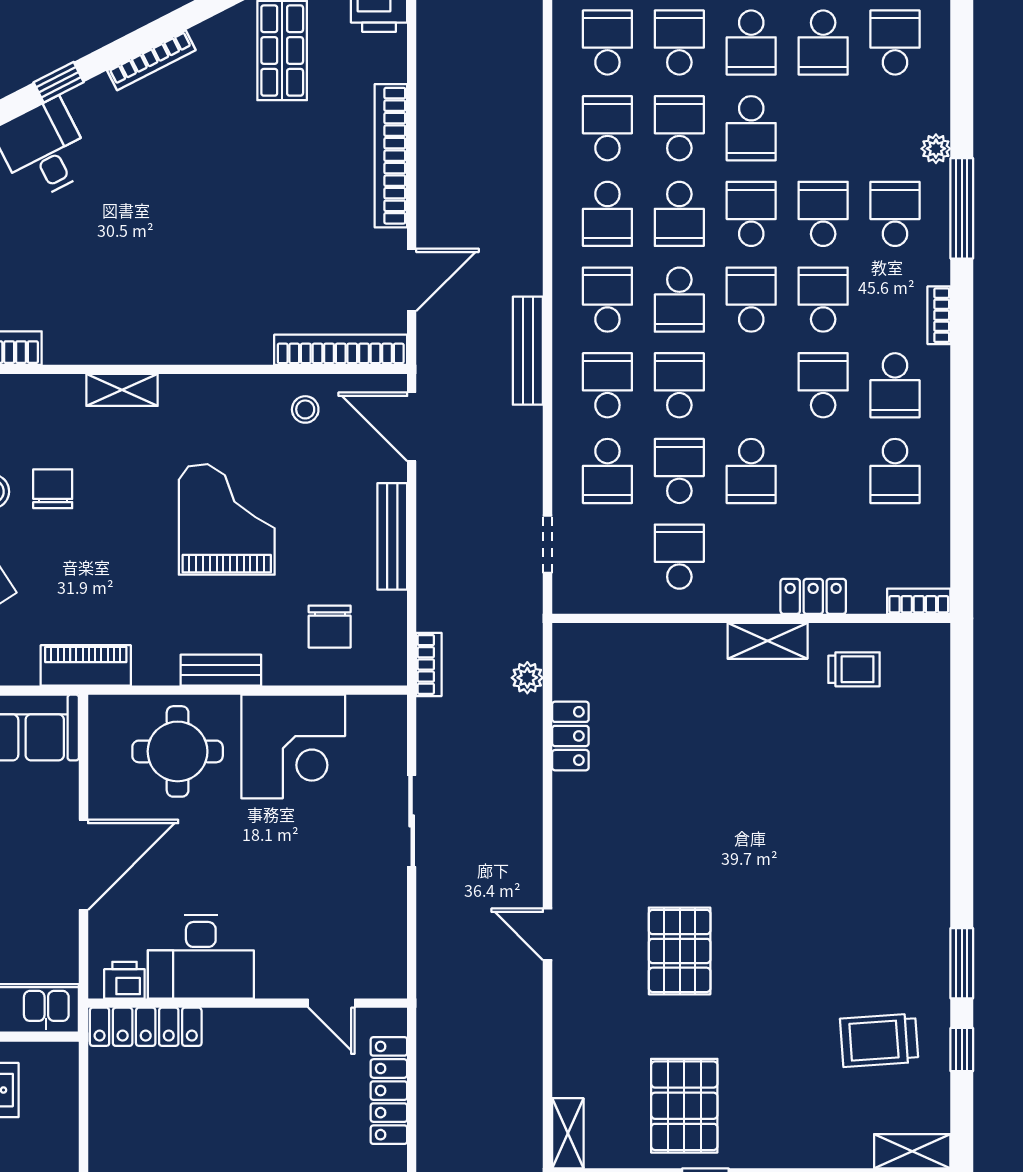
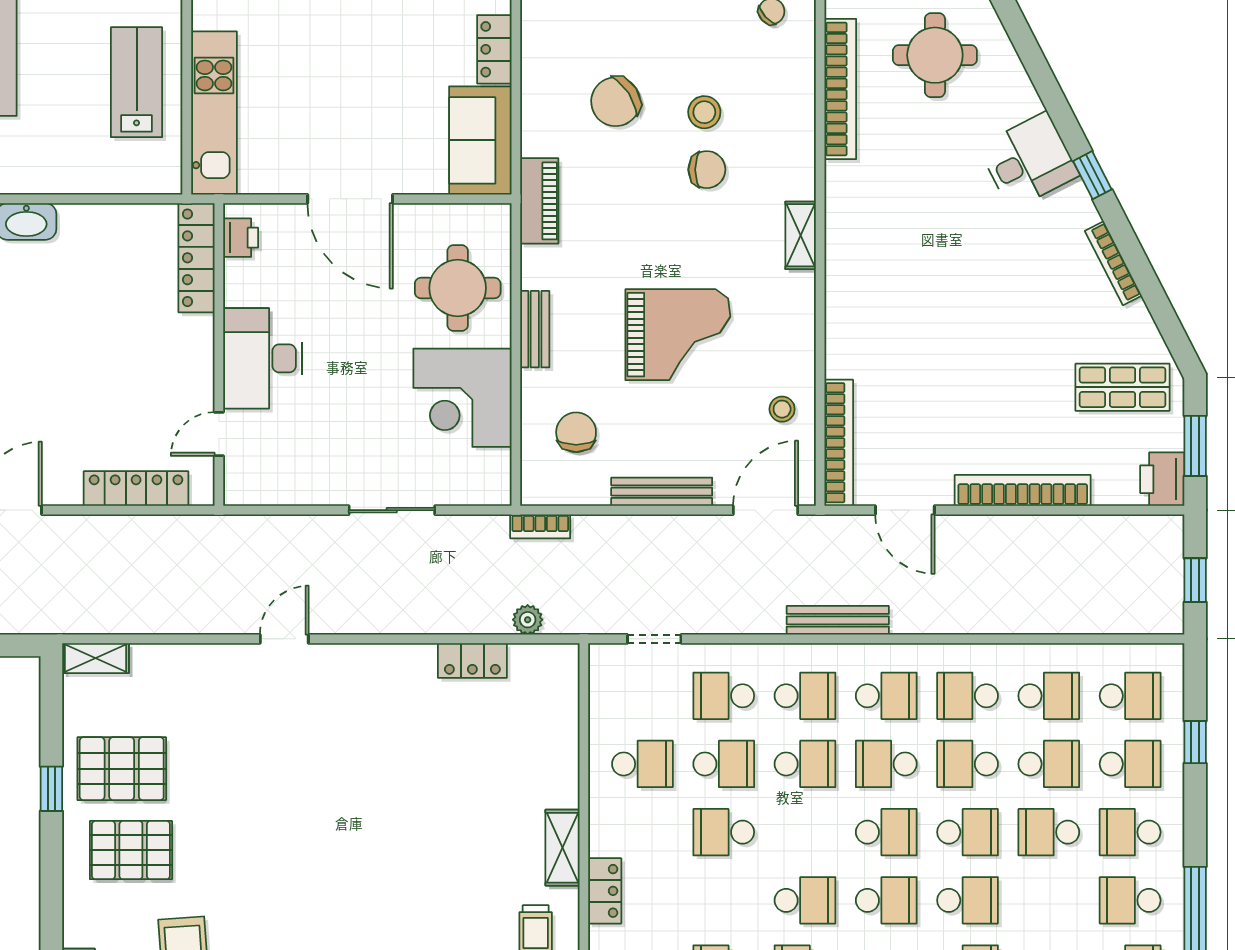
chair: (330, 627) -> (576, 432), turned 90
pallet: (680, 951) -> (131, 850), moved
desk: (201, 957) -> (263, 358), moved

